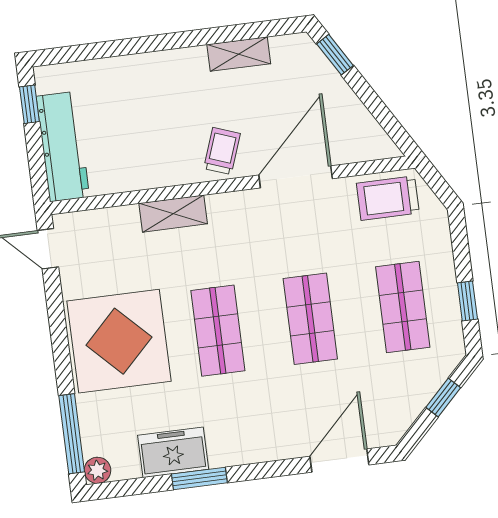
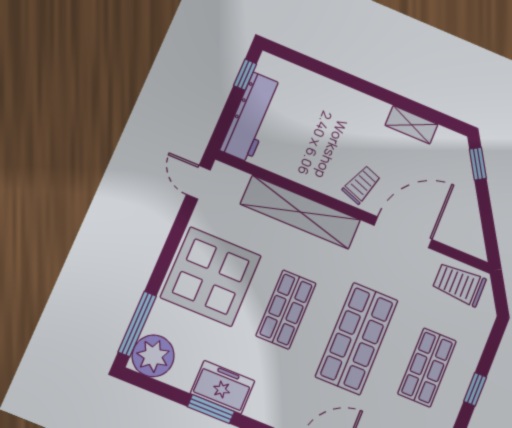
shelving: (173, 214) -> (300, 212), width x2.20, depth x1.33
shop shelf: (310, 319) -> (357, 339), width x1.43, depth x1.36
freezer: (173, 452) -> (223, 387), moved
plant: (97, 470) -> (153, 356), width x1.88, depth x1.88

